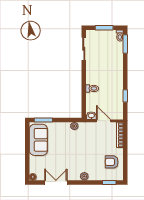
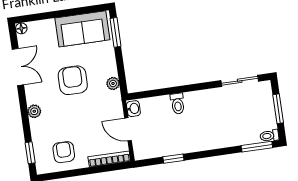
door: (103, 121) -> (128, 129), swing flipped
armchair: (69, 150) -> (73, 80), added

